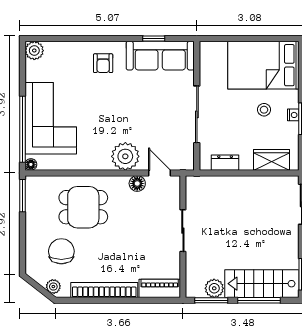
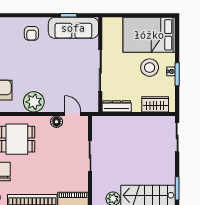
stool: (264, 110) -> (150, 68), width x1.89, depth x1.89
plant: (125, 156) -> (34, 102), moved
dresser: (225, 163) -> (117, 106), width x1.44

